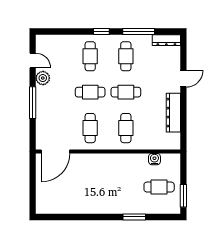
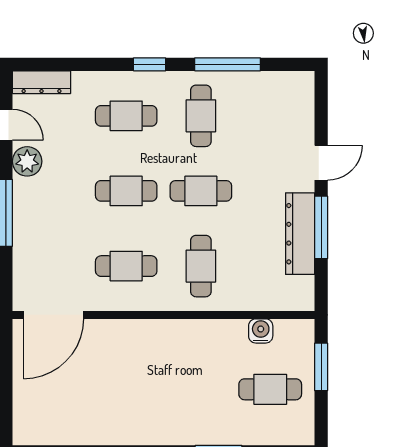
dresser: (166, 40) -> (42, 82), moved
cafe table: (90, 56) -> (126, 116), turned 90
window: (183, 110) -> (321, 227), added
cafe table: (90, 128) -> (126, 266), turned 90
window: (183, 196) -> (321, 367), moved

